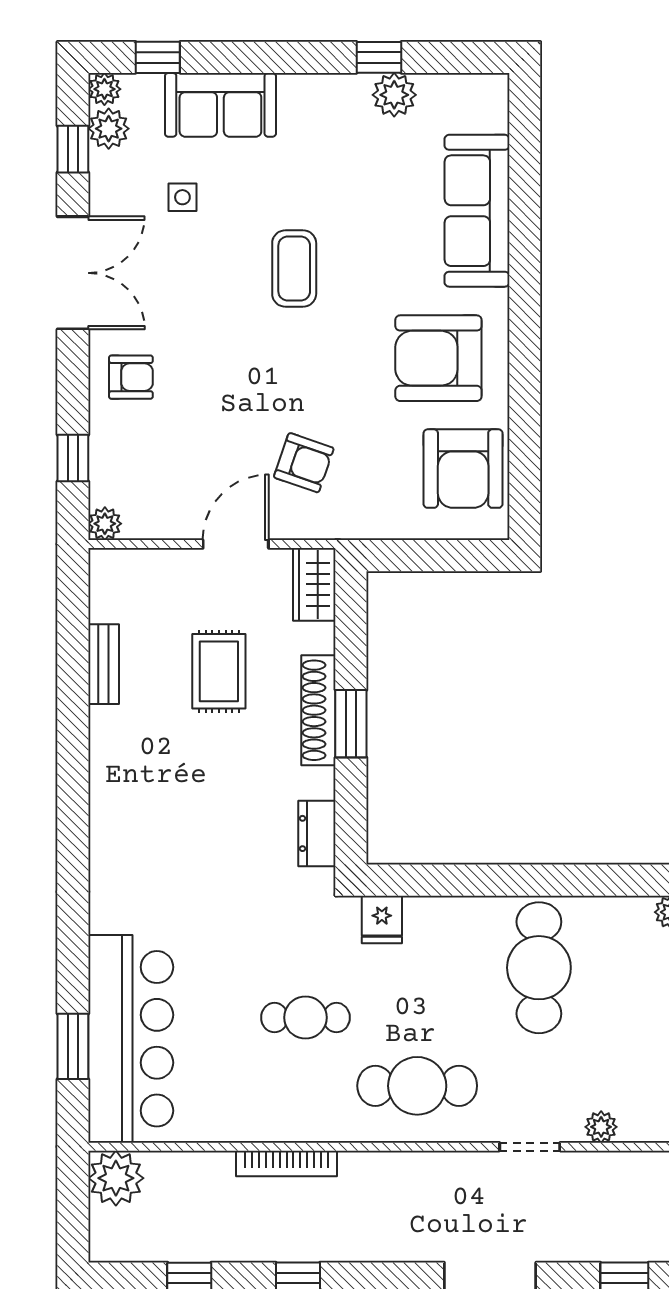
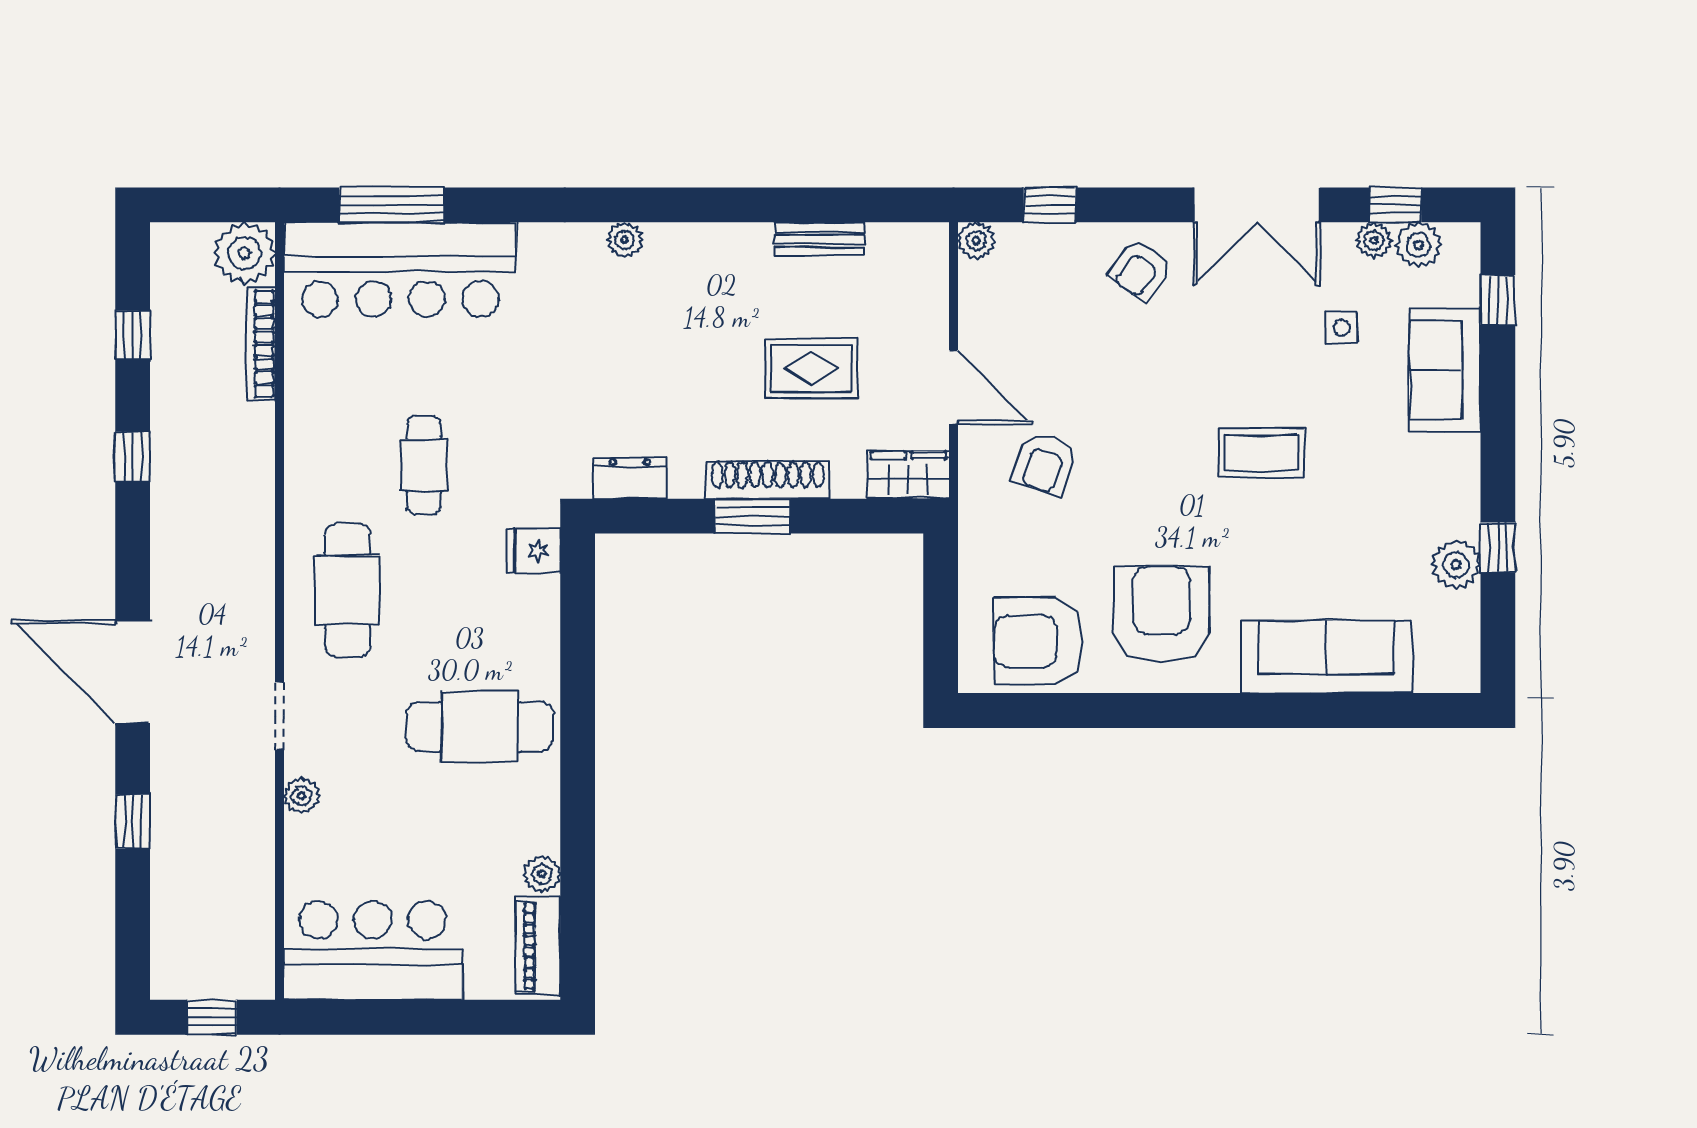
plant: (104, 89) -> (1374, 240), moved
armchair: (131, 377) -> (1140, 270), turned 36
plant: (104, 838) -> (625, 240), added
window: (73, 1046) -> (392, 205), width x1.44
bookcase: (287, 1163) -> (261, 344), moved

